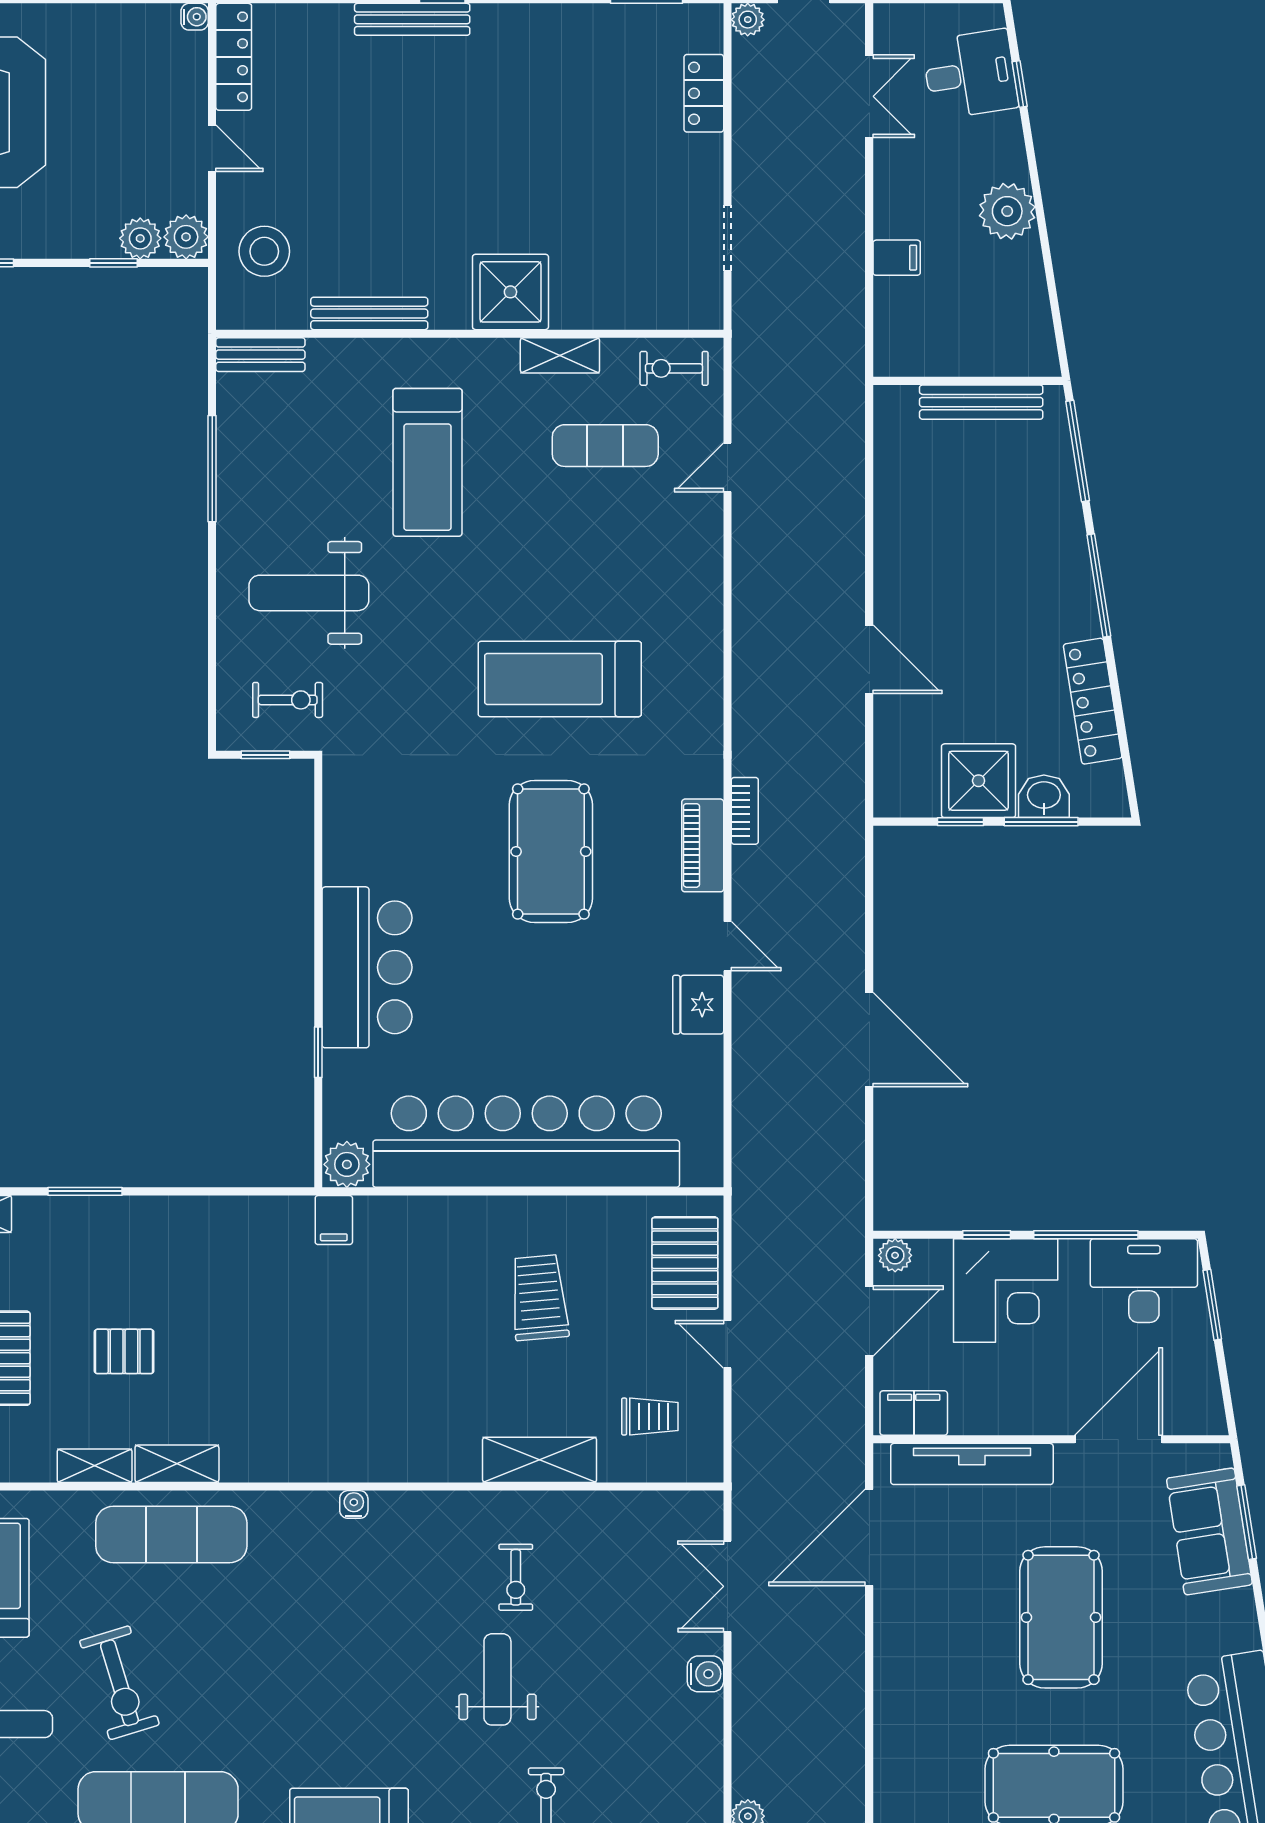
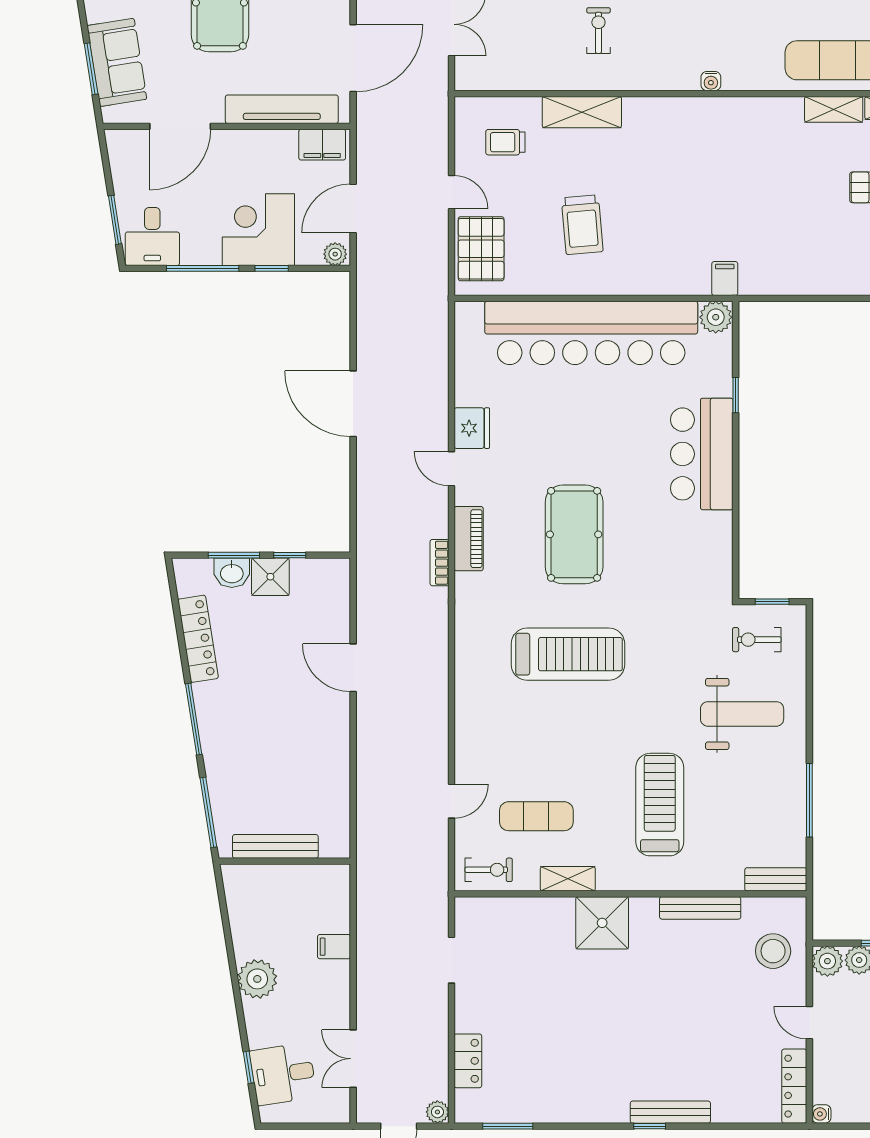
shower: (979, 781) -> (270, 577), width x0.73, depth x0.73
desk: (1144, 1281) -> (152, 236), width x0.73

